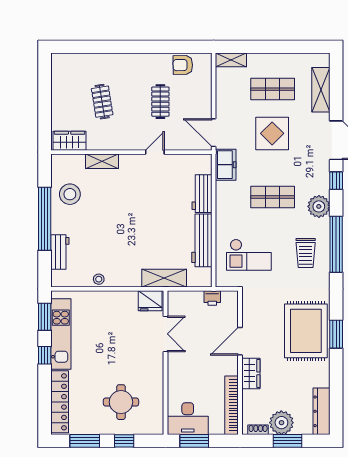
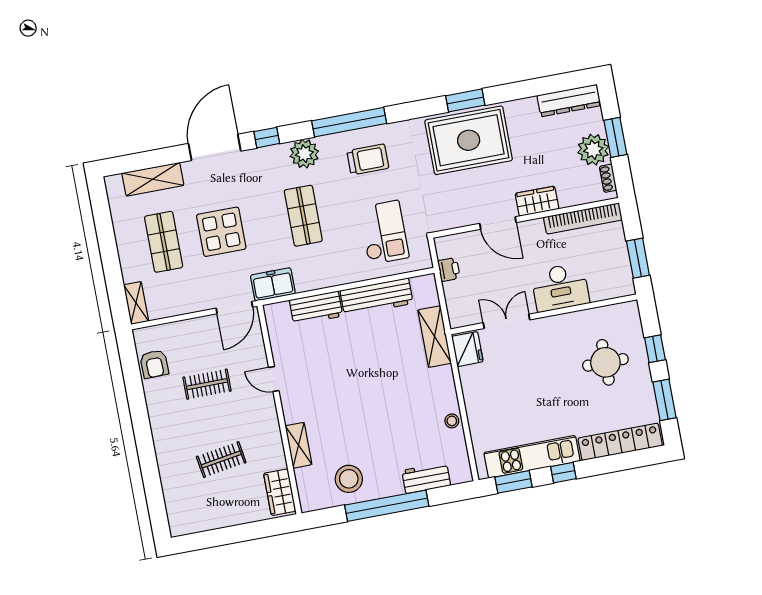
desk: (188, 419) -> (560, 287), moved, turned 90

